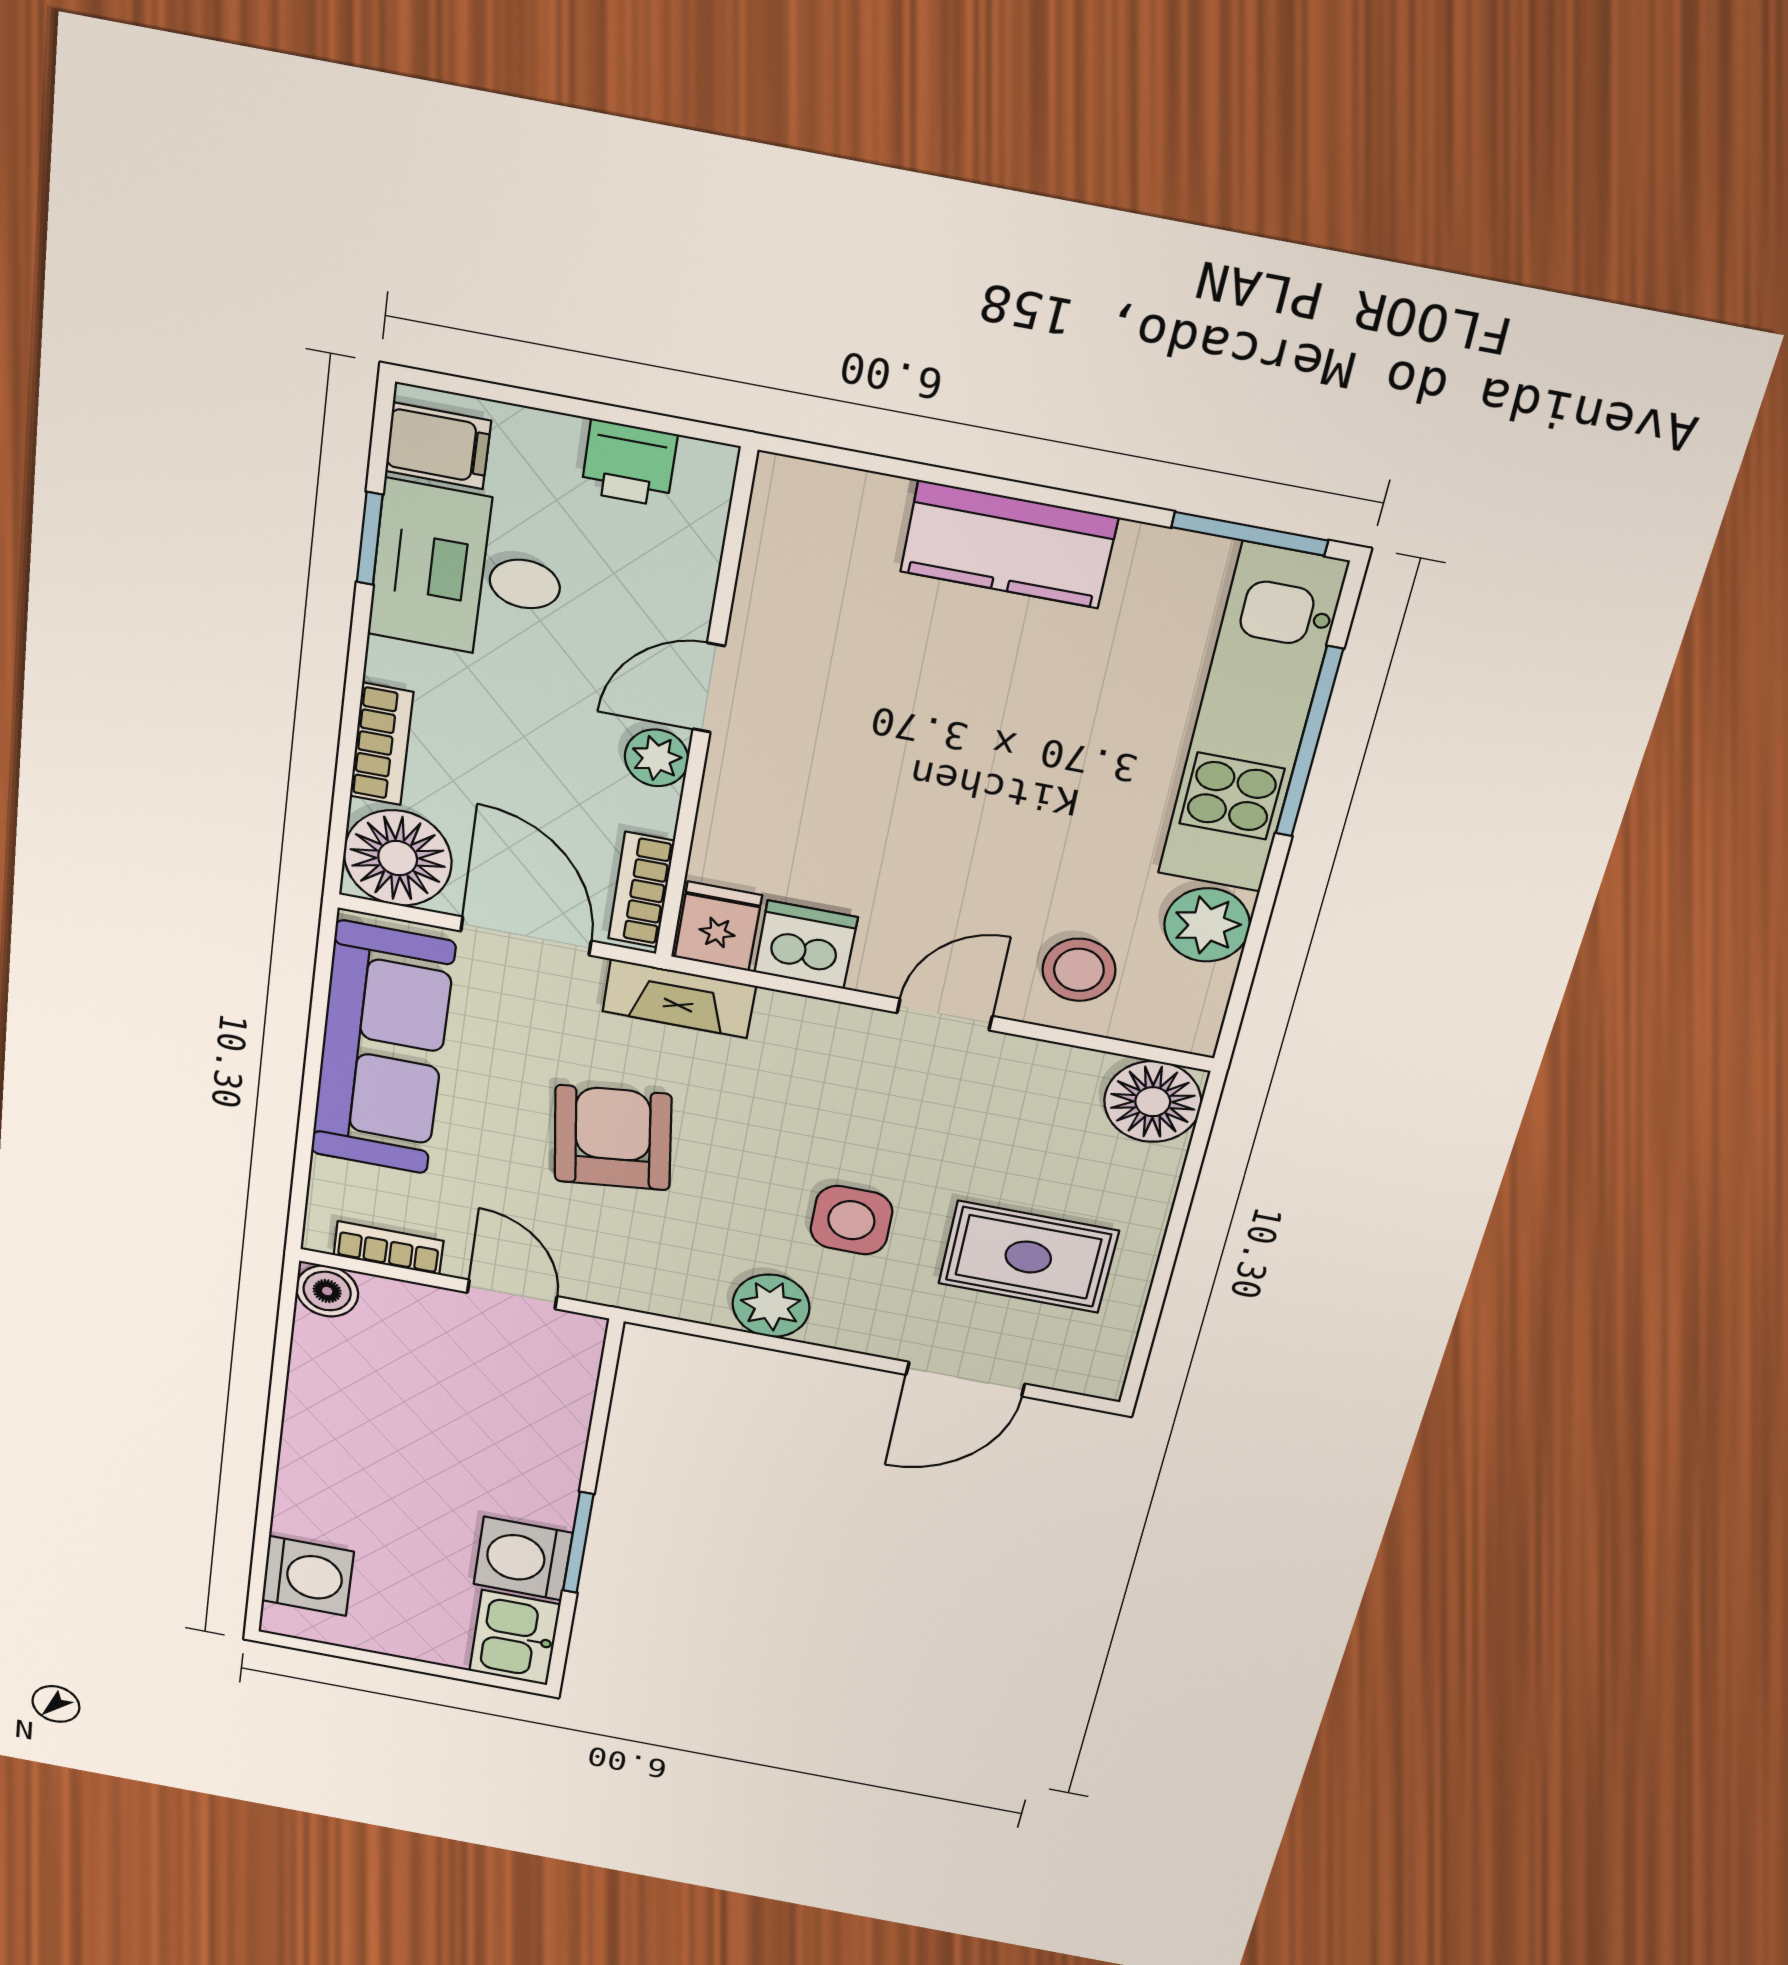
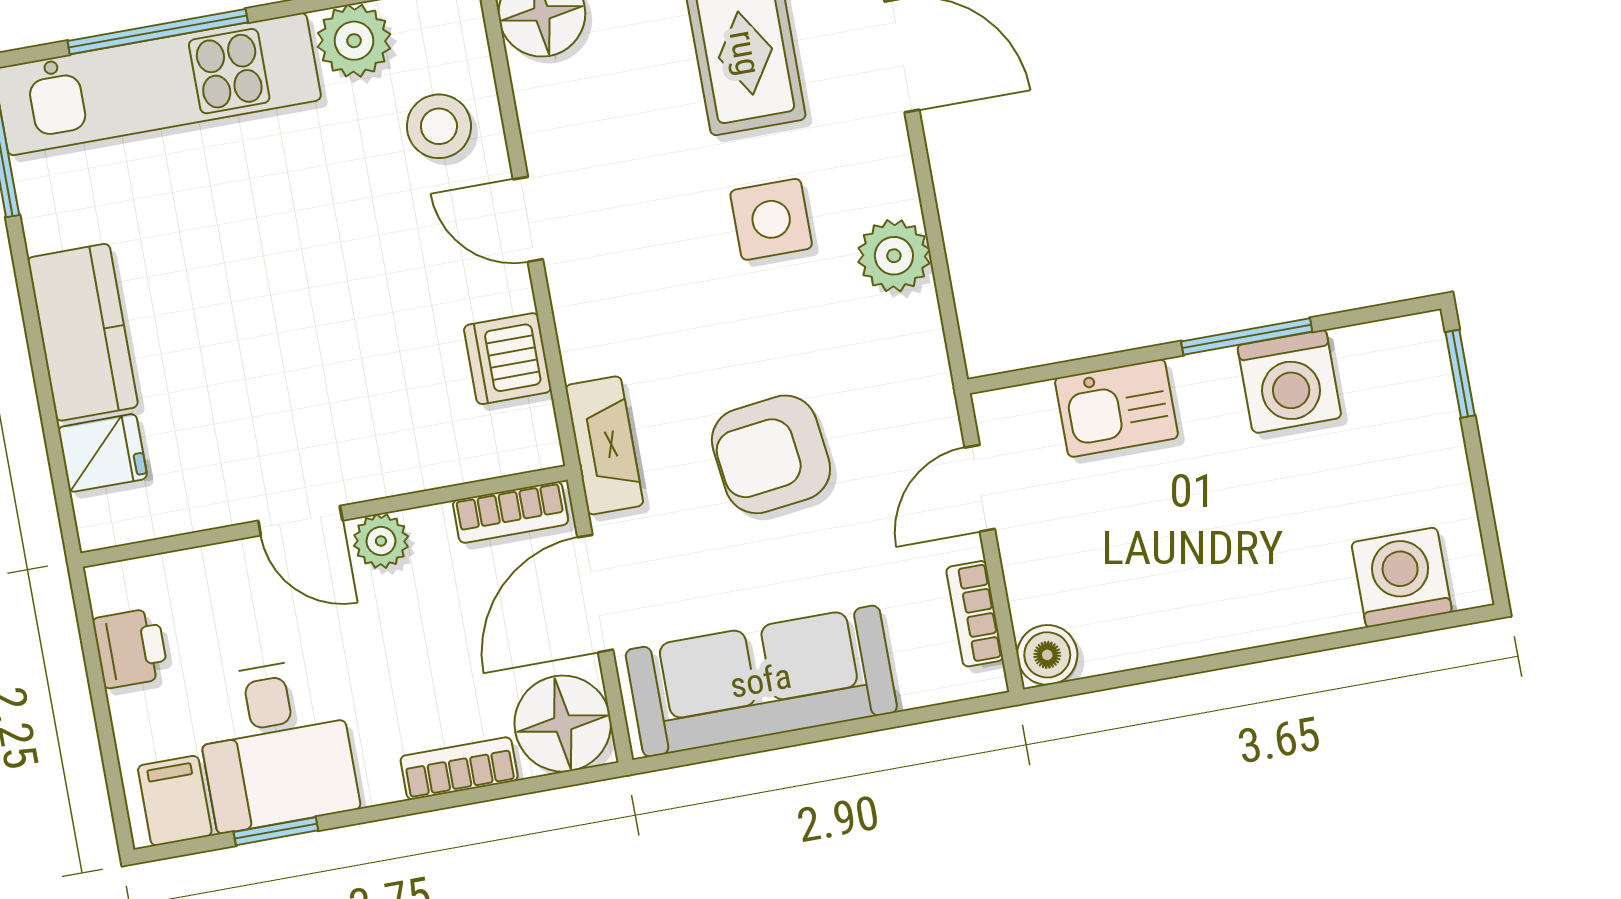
fridge: (718, 926) -> (103, 453), moved, turned 180
kitchen sink: (515, 1638) -> (1116, 408), moved
window: (481, 1678) -> (1460, 374), added

